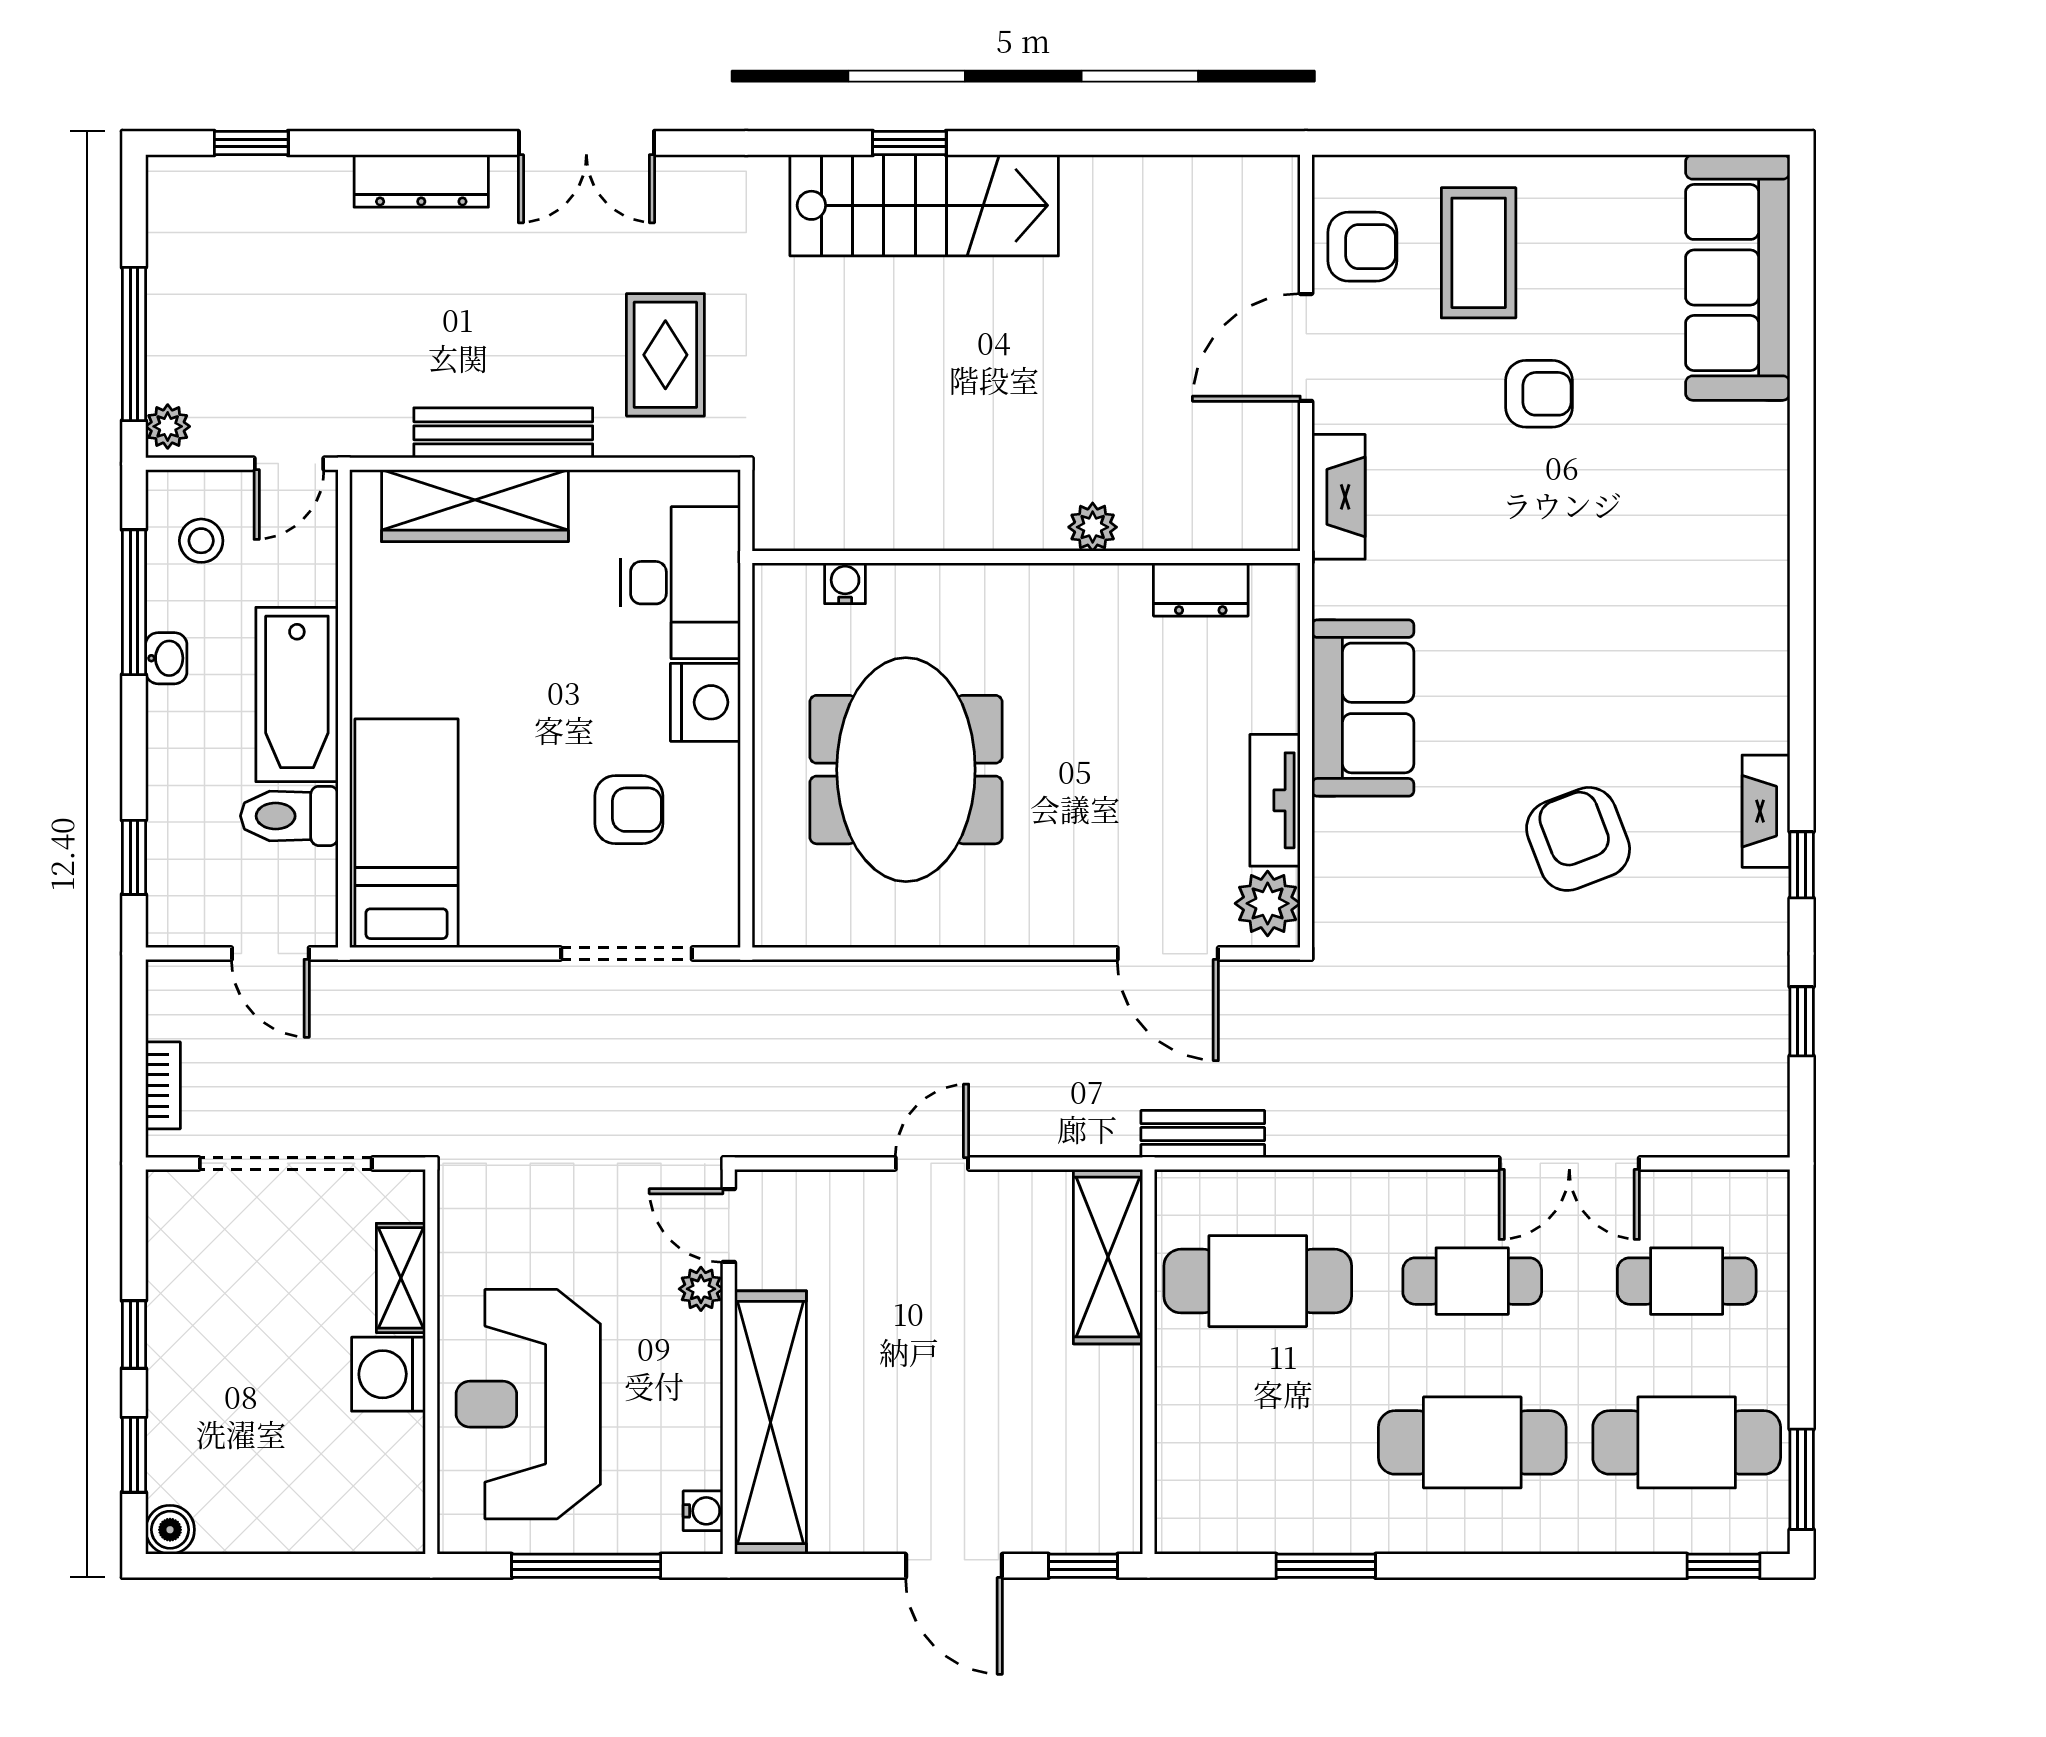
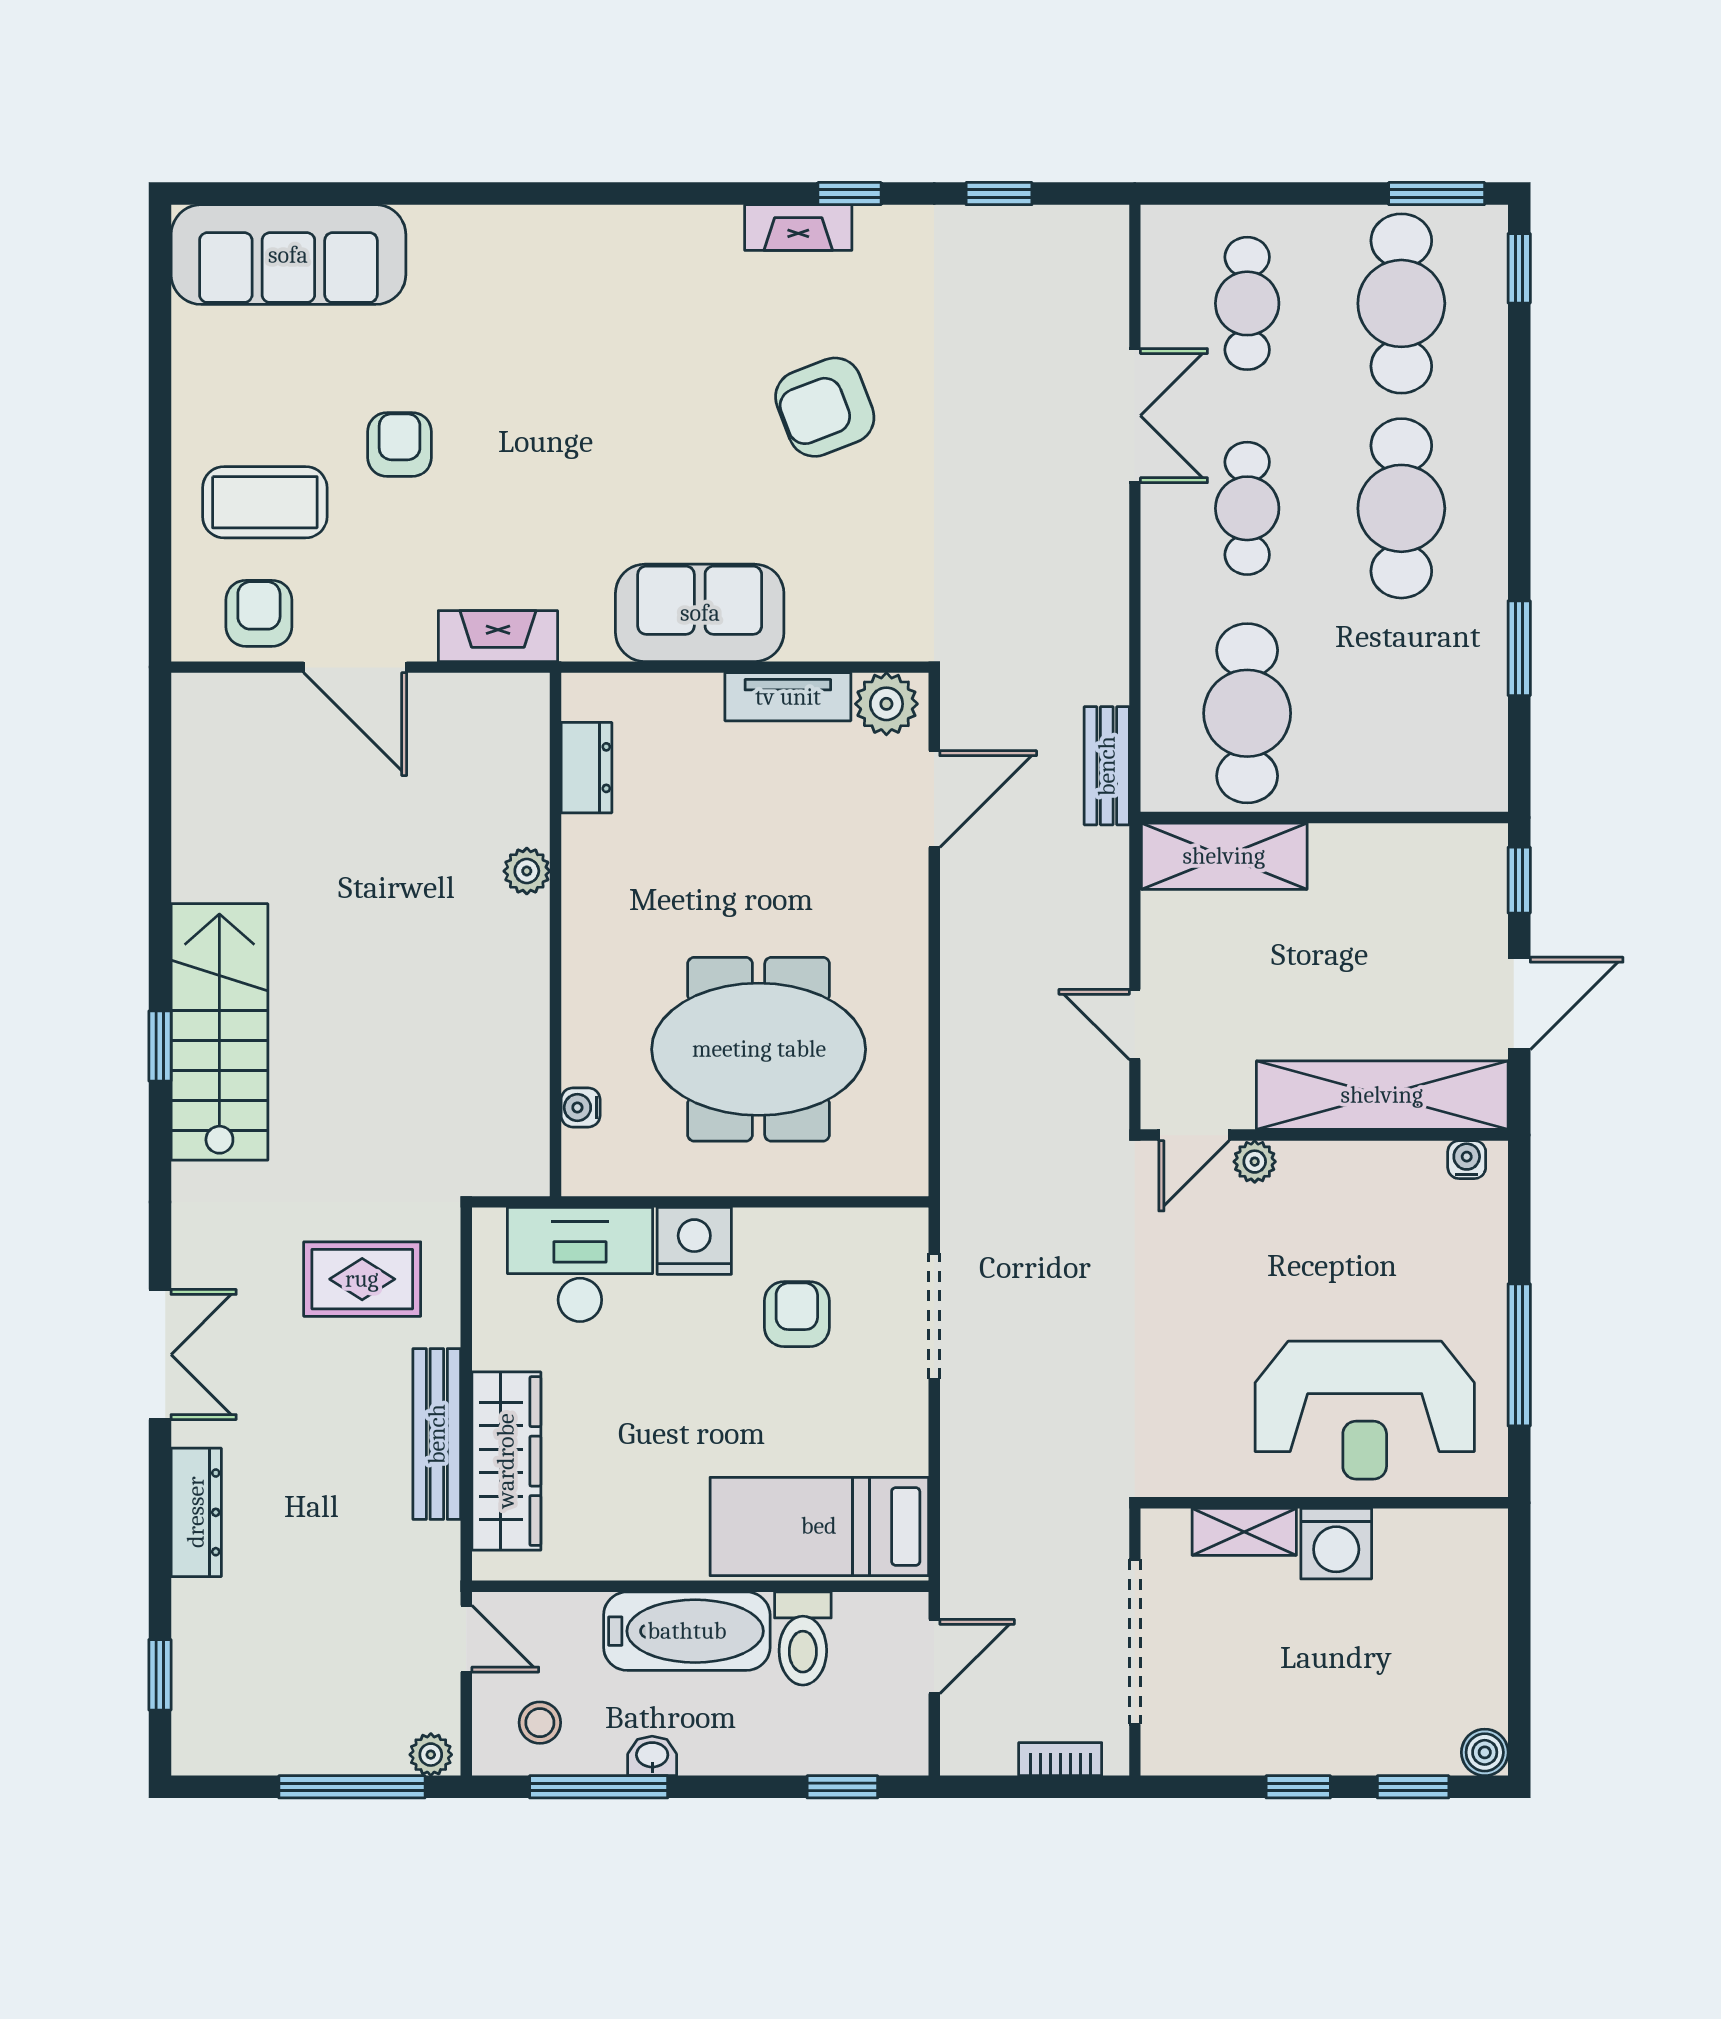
door: (729, 1225) -> (1194, 1135), moved
plant: (701, 1289) -> (1255, 1162), moved
wall: (729, 1362) -> (1324, 1135), moved
shelving: (770, 1422) -> (1382, 1095), moved
water cooler: (703, 1511) -> (1467, 1160), moved

